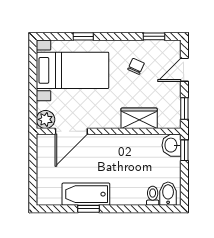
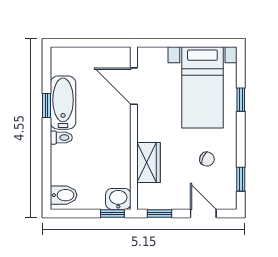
plant: (45, 119) -> (147, 57), removed
toilet: (153, 196) -> (61, 138), moved

